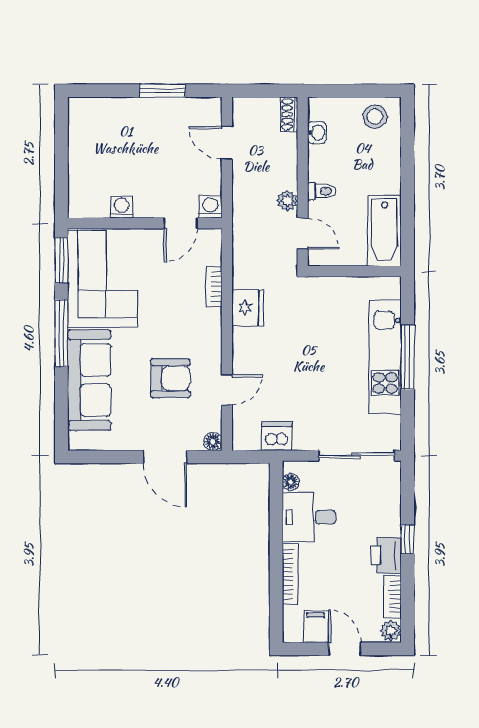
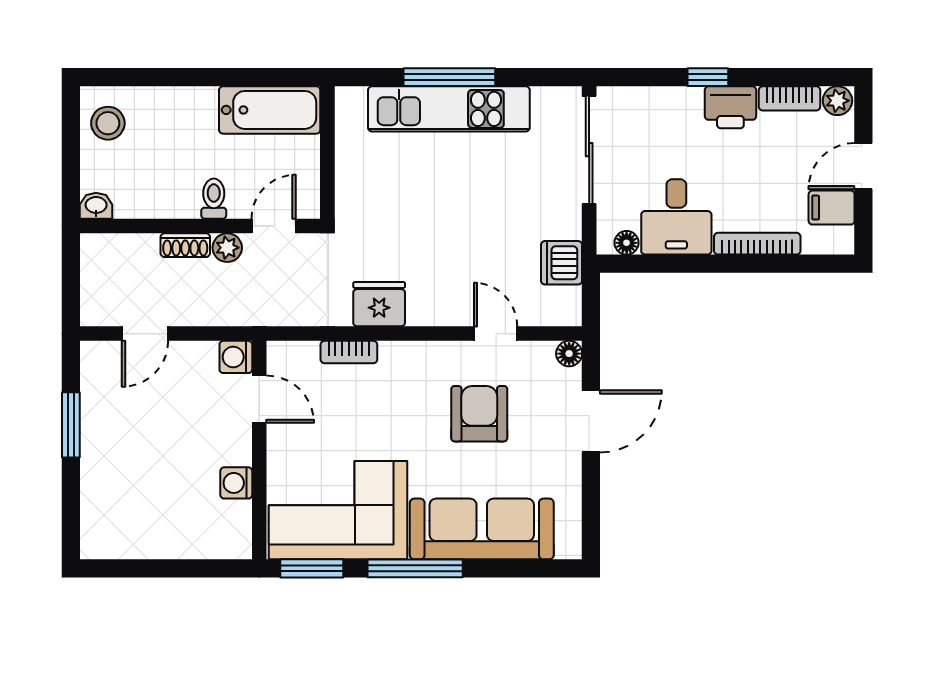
shoe rack: (289, 114) -> (185, 245), moved
washbasin: (317, 133) -> (96, 206), moved

